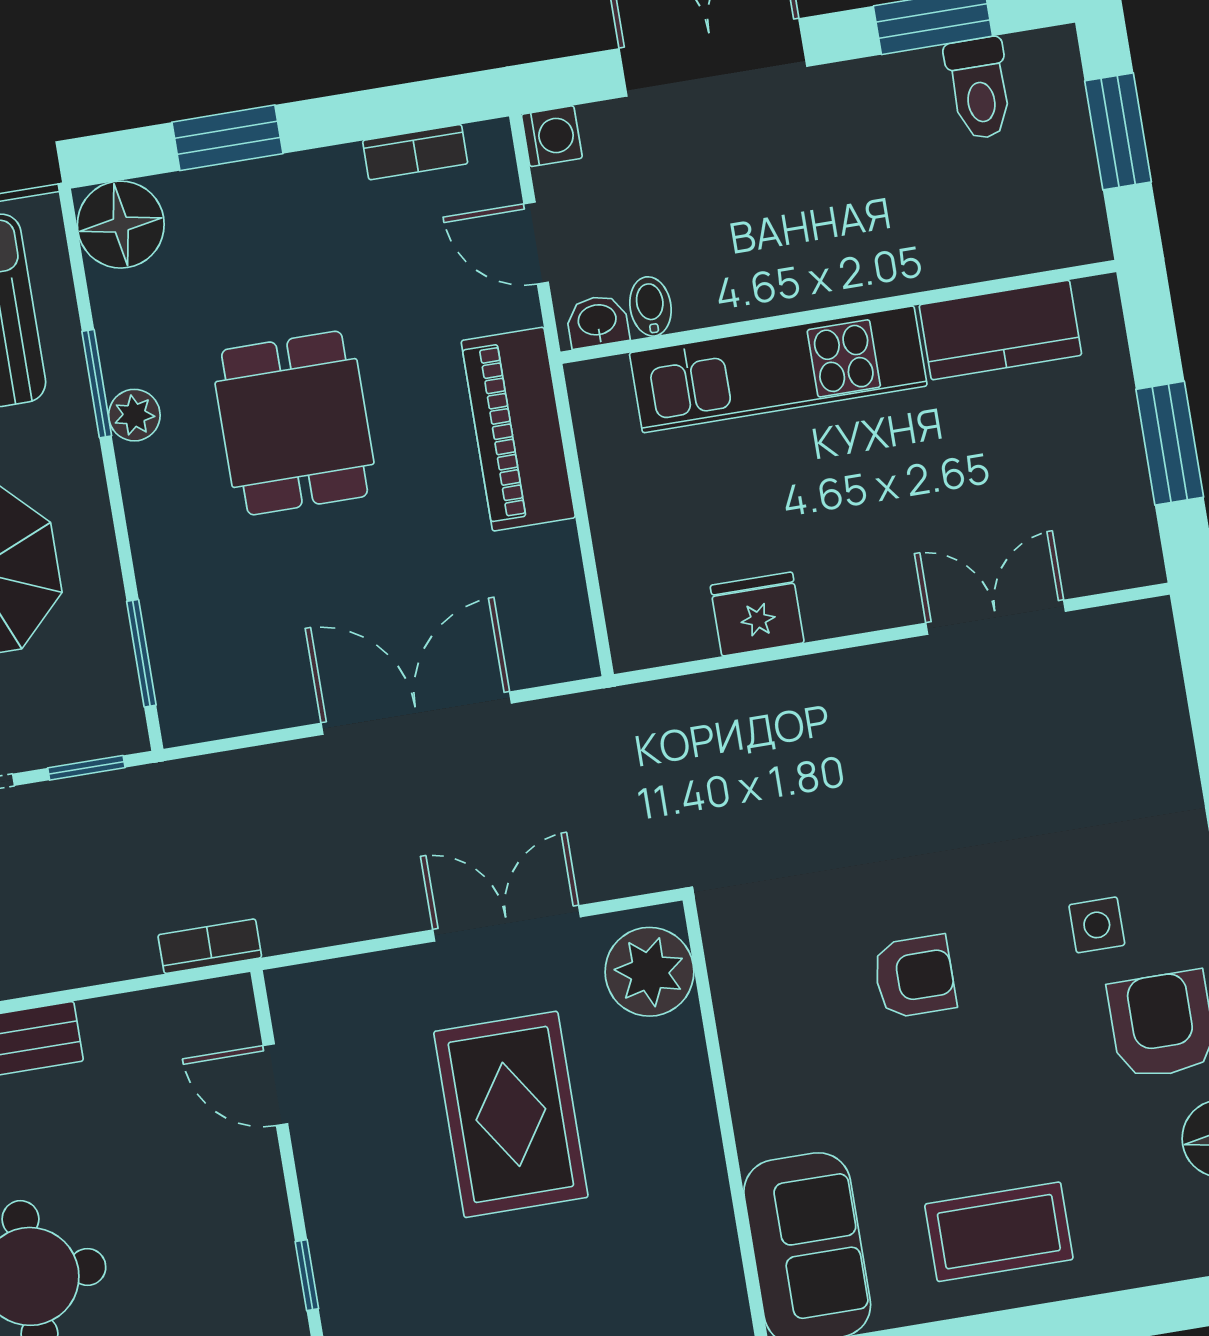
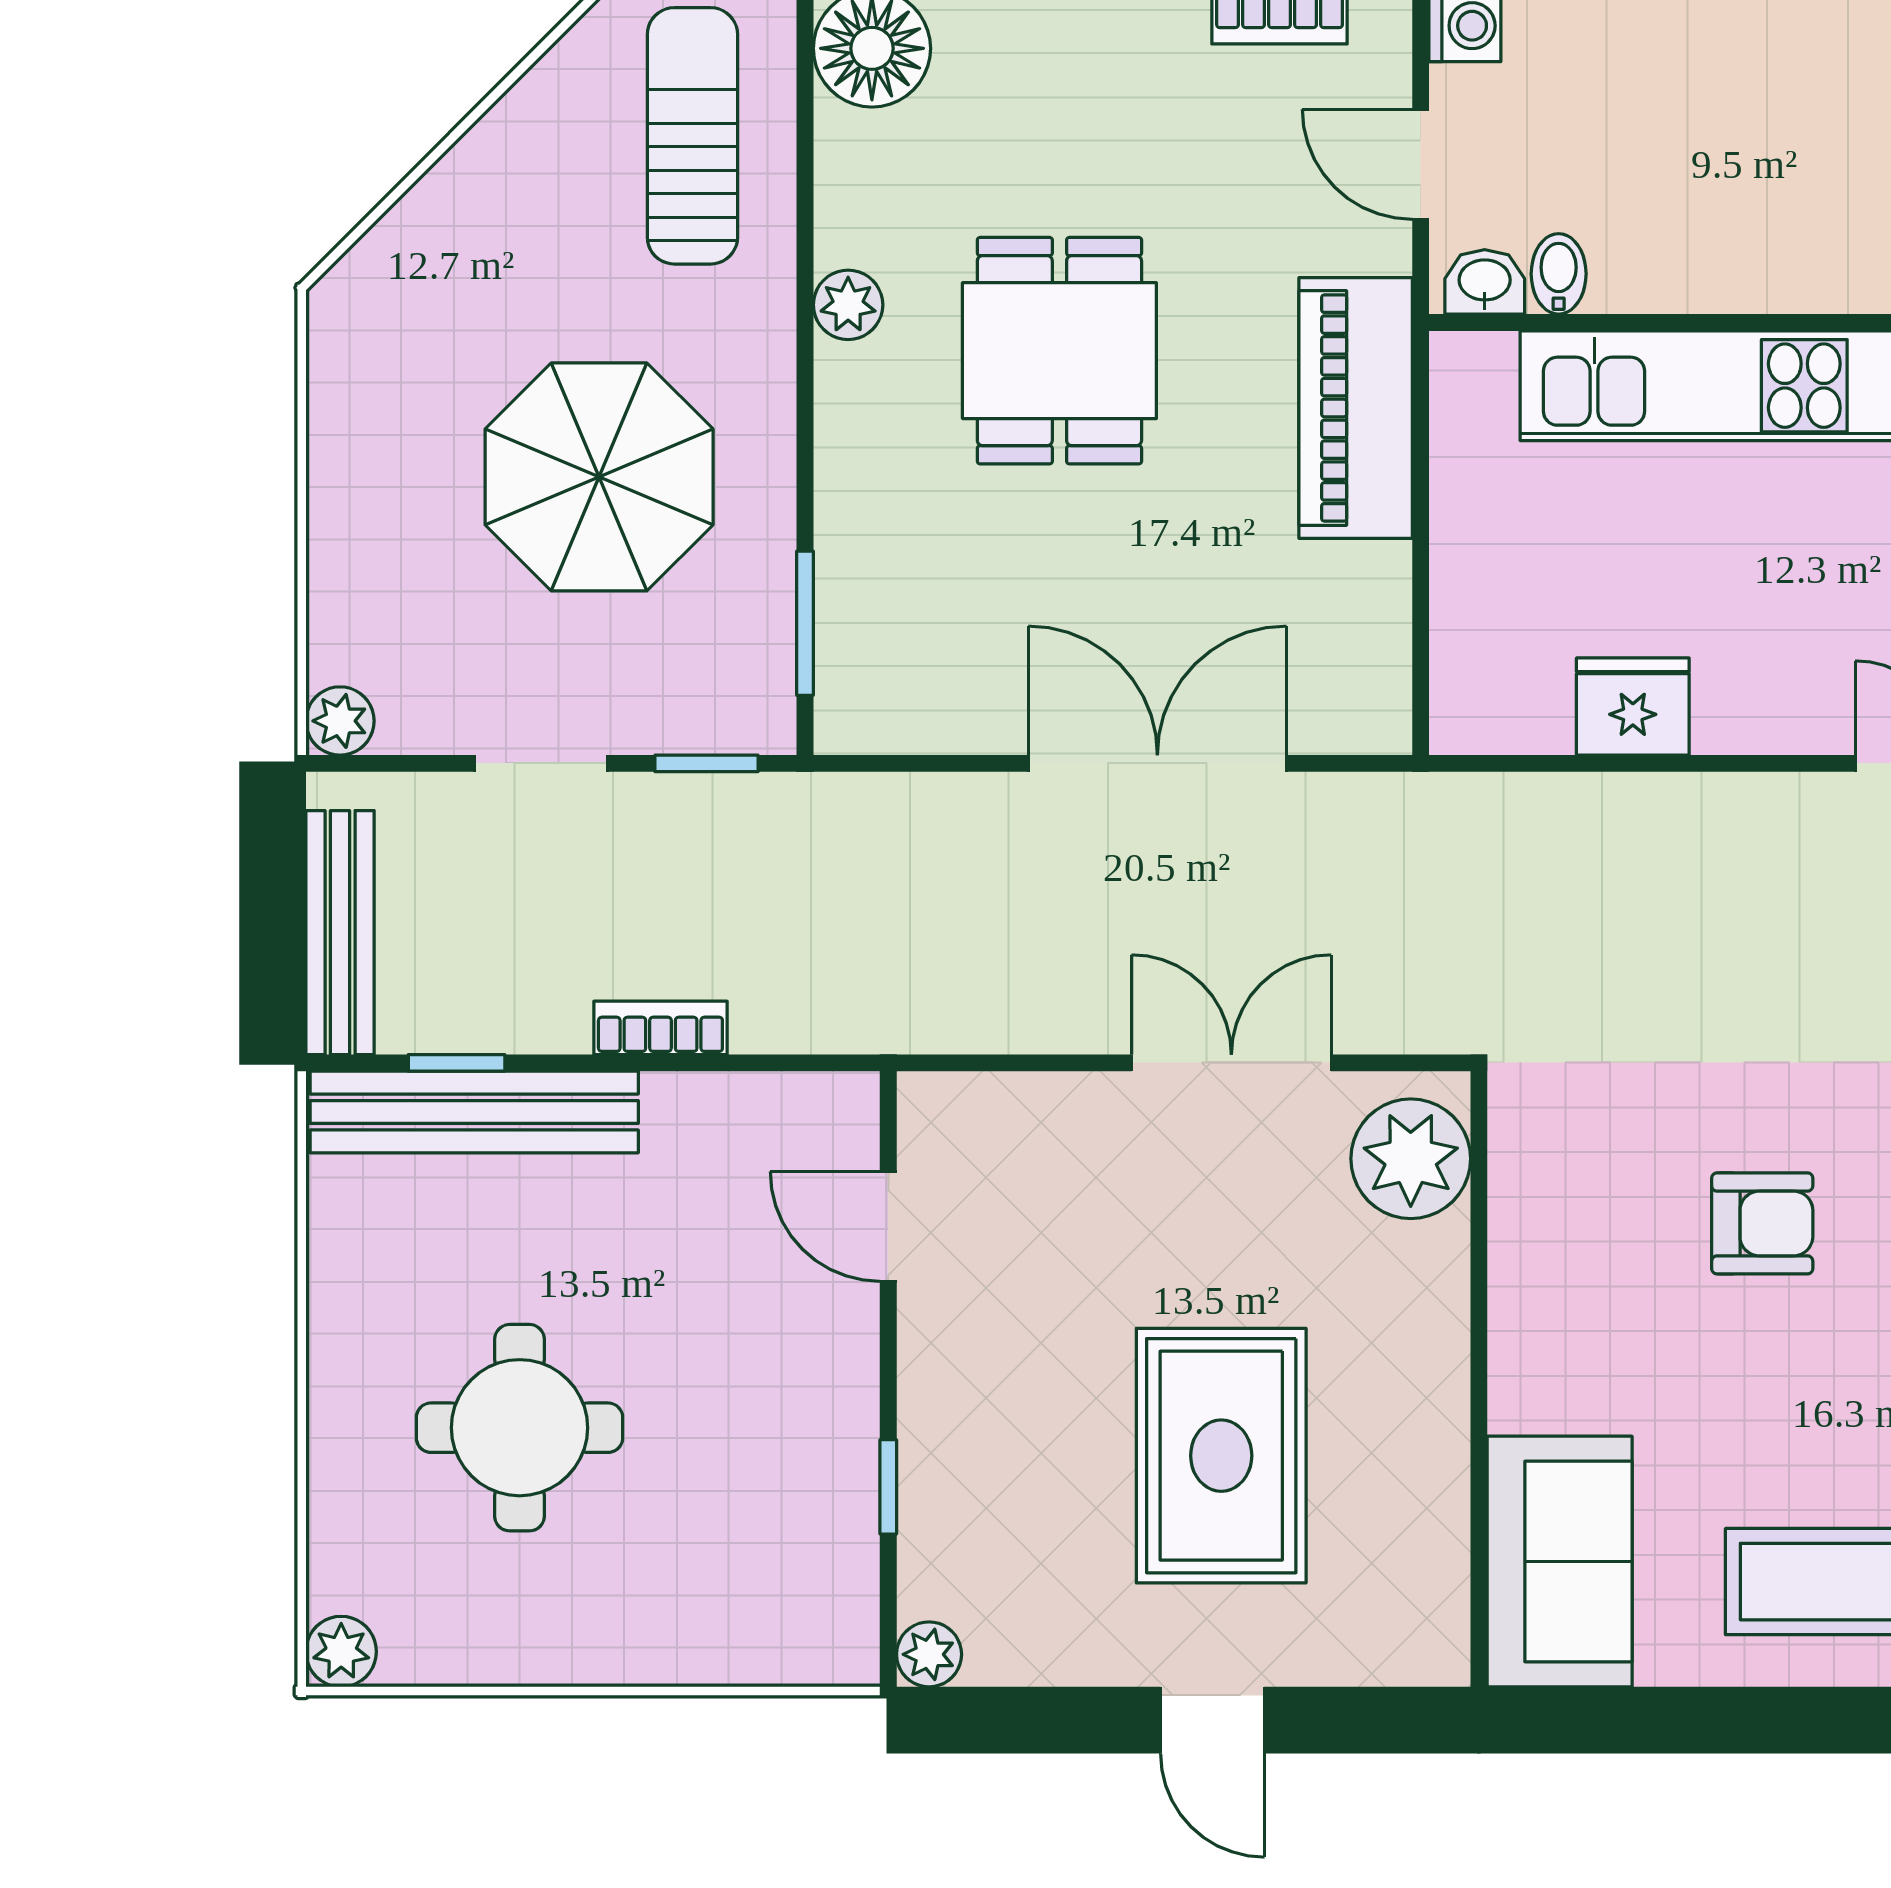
window: (97, 384) -> (805, 255), removed
bookcase: (210, 946) -> (660, 1028), moved
rug: (511, 1114) -> (1221, 1456), moved

